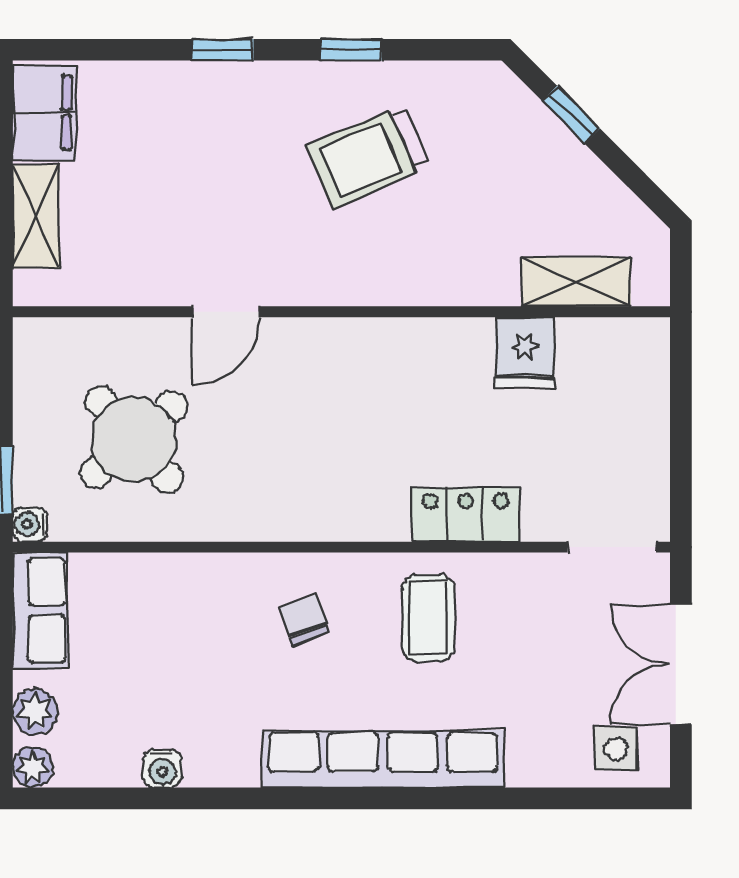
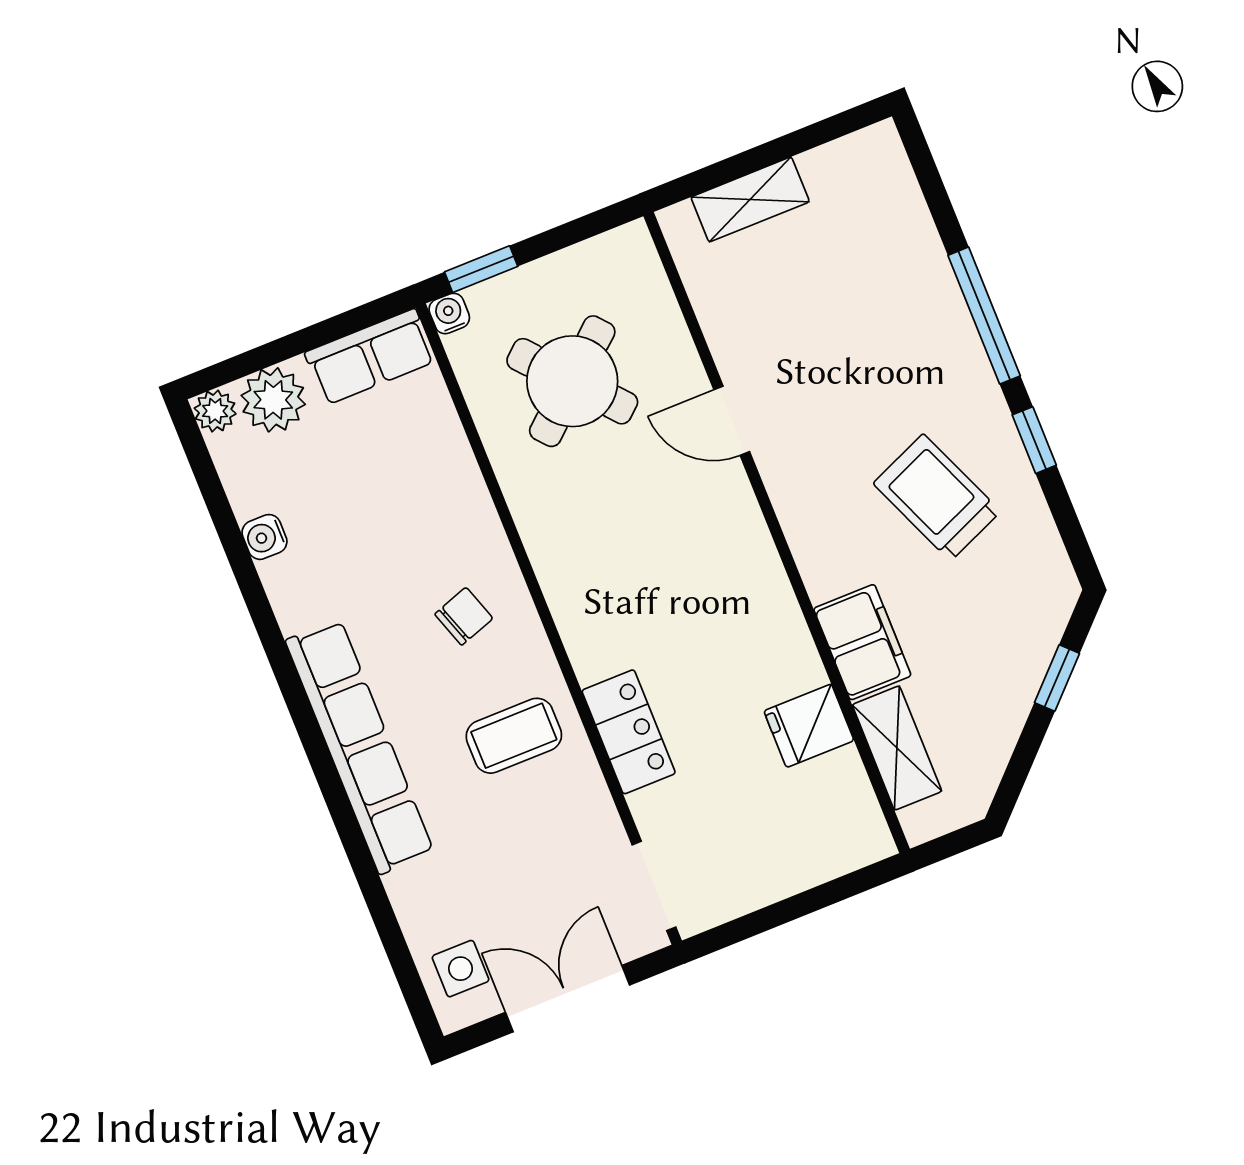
window: (223, 50) -> (984, 316), width x2.17
filing cabinet: (44, 112) -> (862, 642), moved, turned -90
plant: (35, 712) -> (273, 400), width x1.38, depth x1.38

